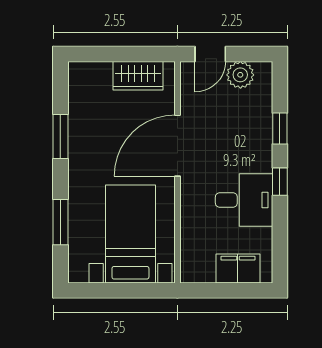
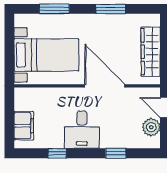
wardrobe: (138, 76) -> (151, 52), width x1.50
window: (280, 182) -> (57, 153), moved
desk: (244, 200) -> (82, 130), moved

